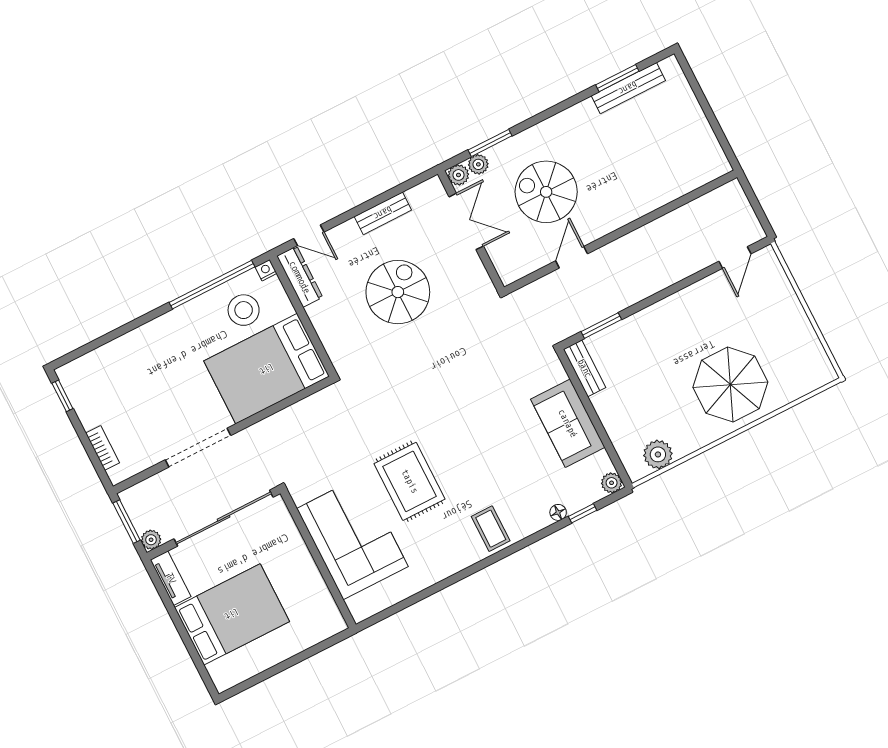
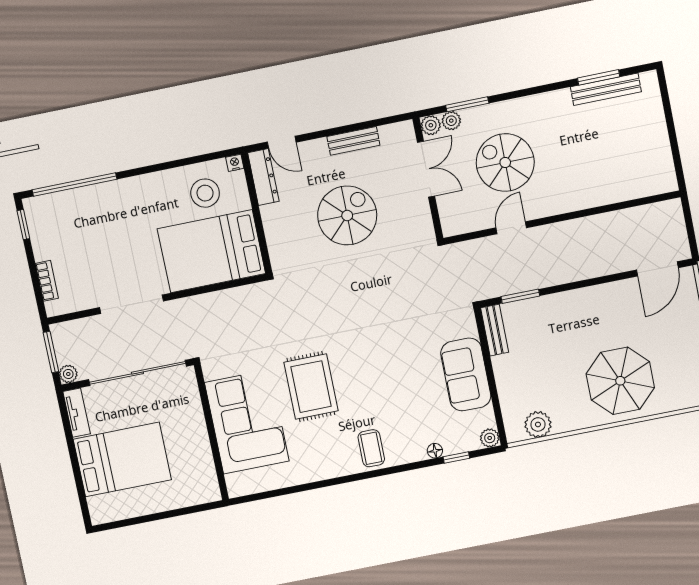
door: (735, 257) -> (657, 269), width x1.38
window: (212, 285) -> (74, 184), moved

